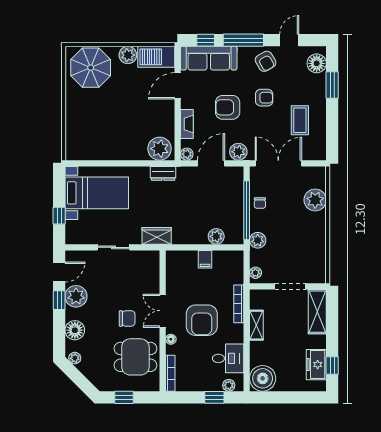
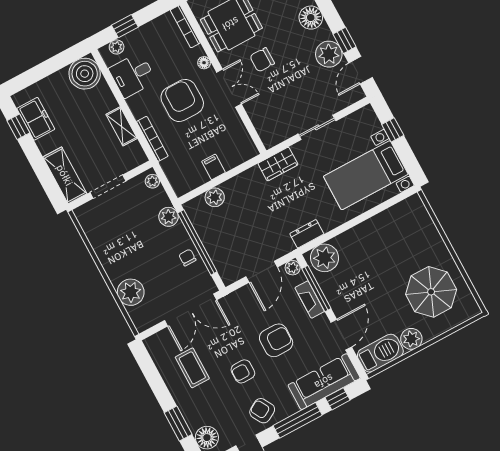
parasol: (91, 68) -> (431, 292), moved
window: (178, 129) -> (316, 289), added
plant: (238, 152) -> (239, 300), removed

